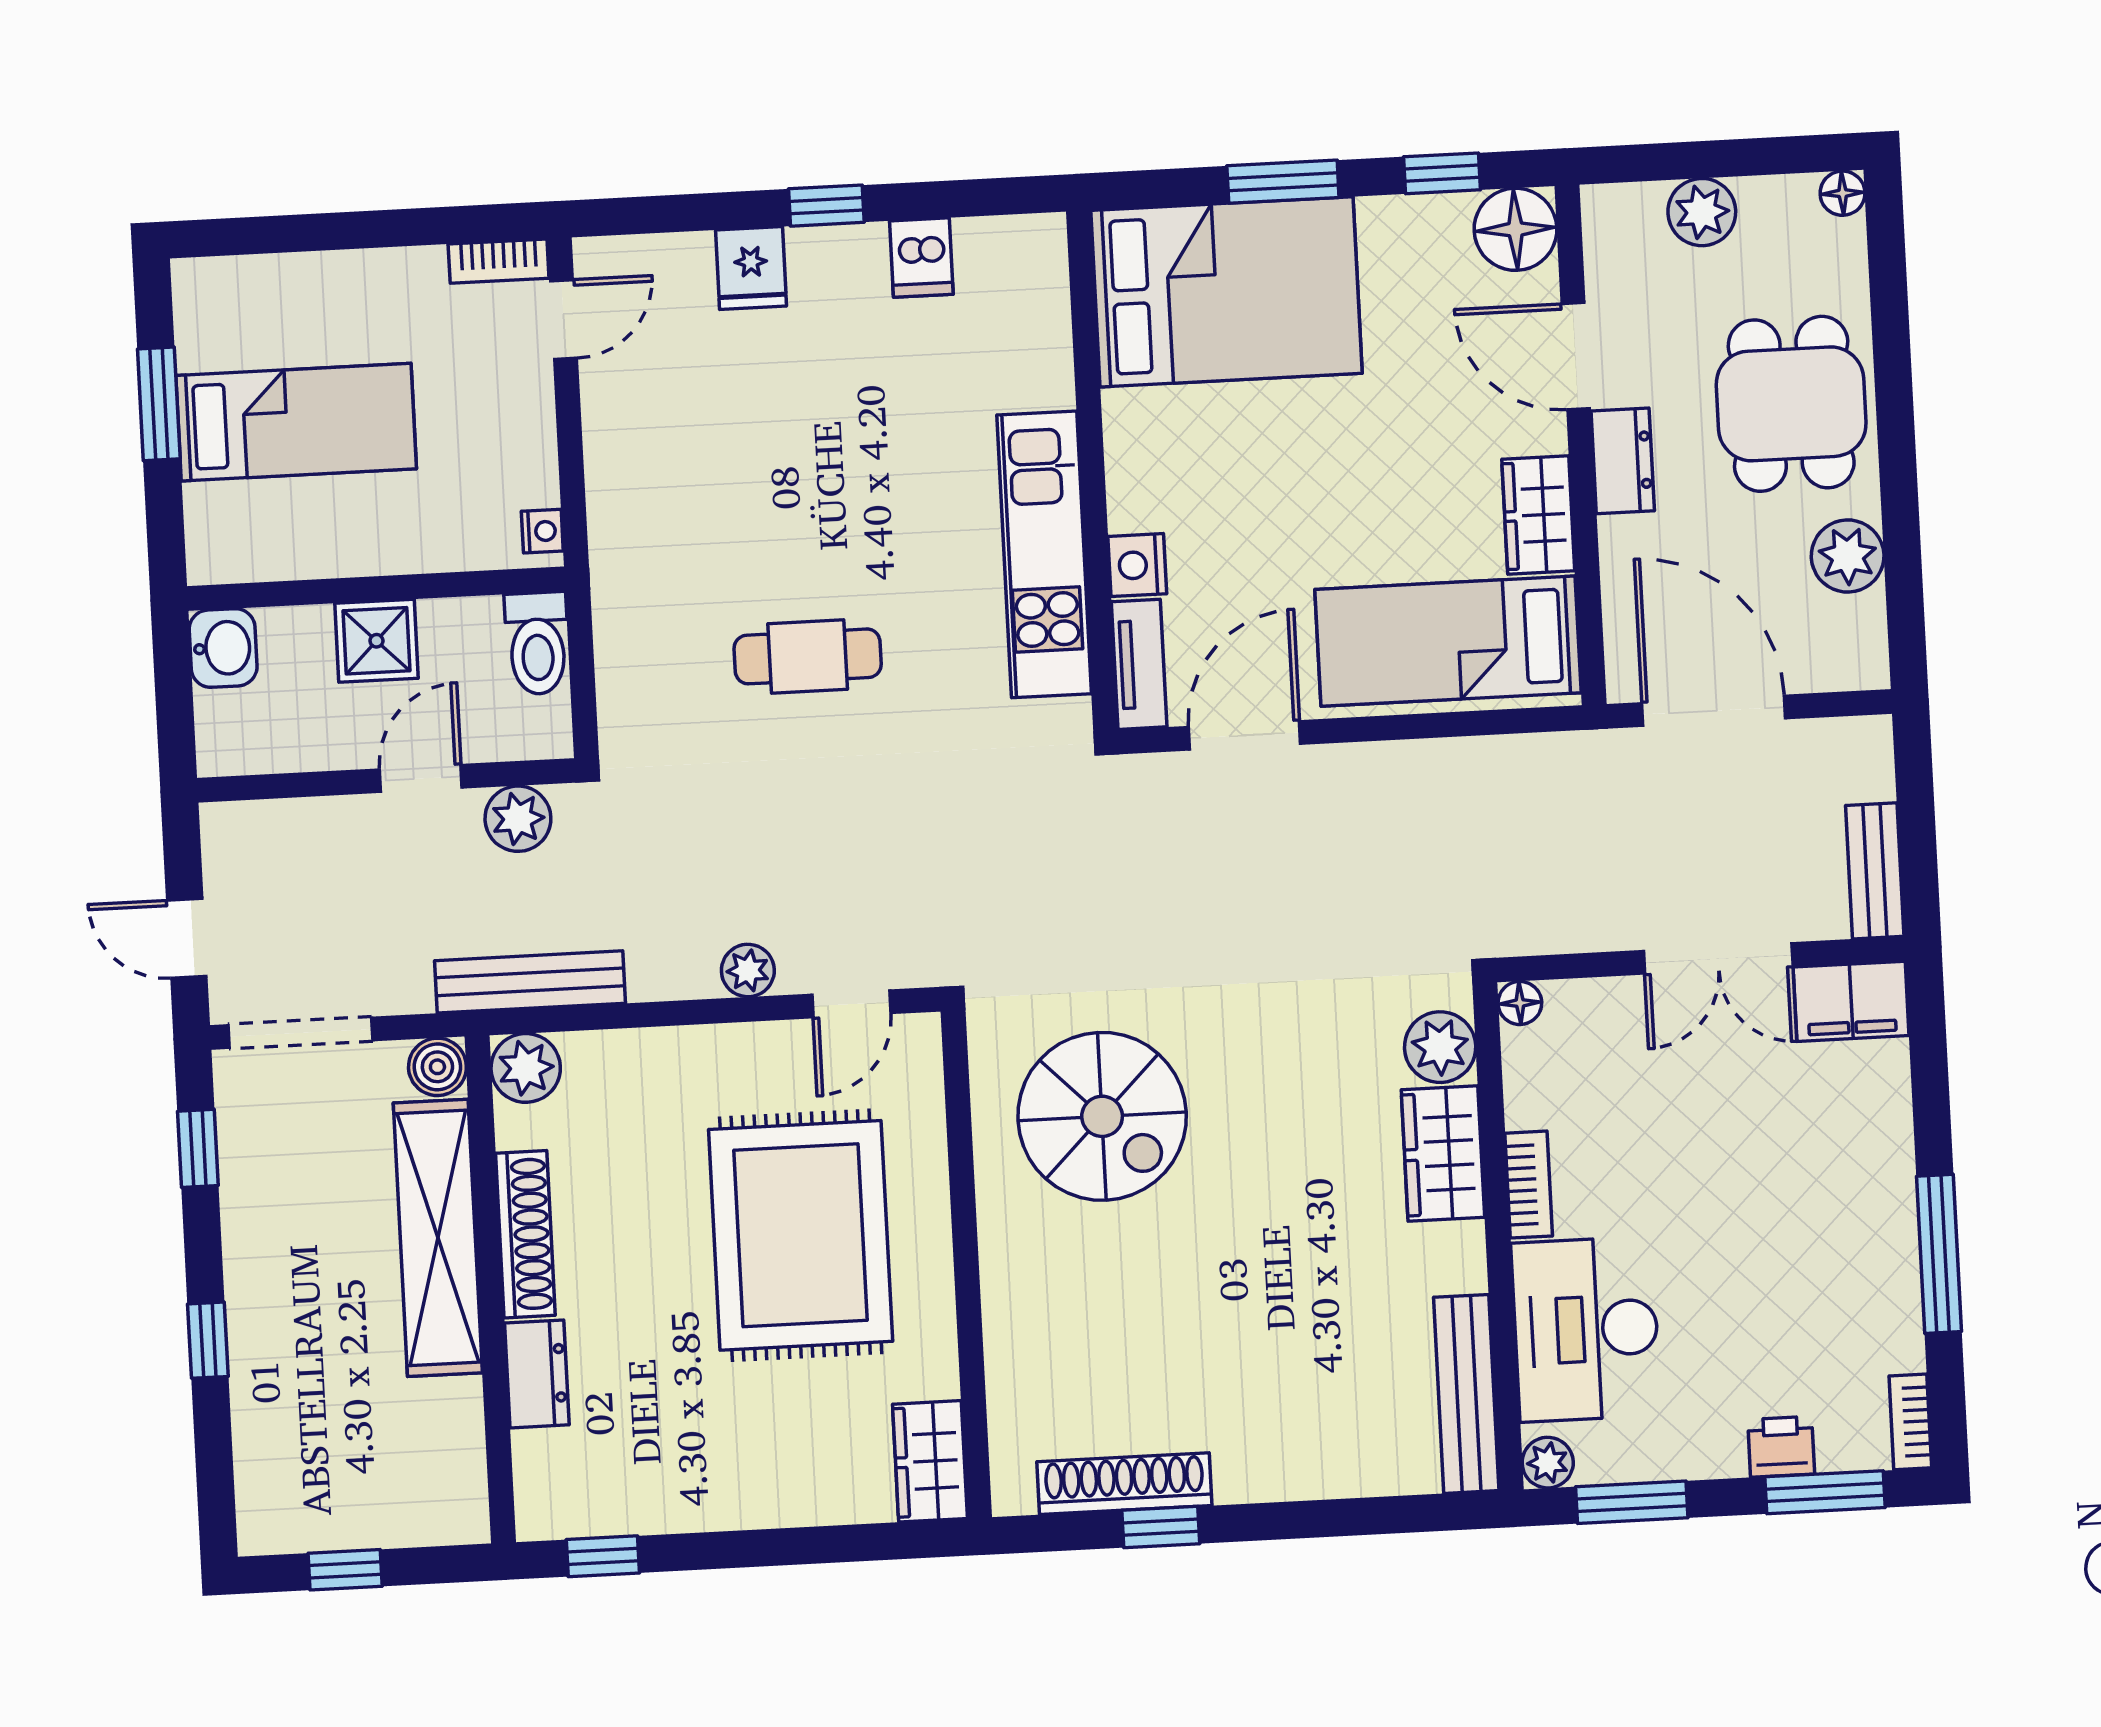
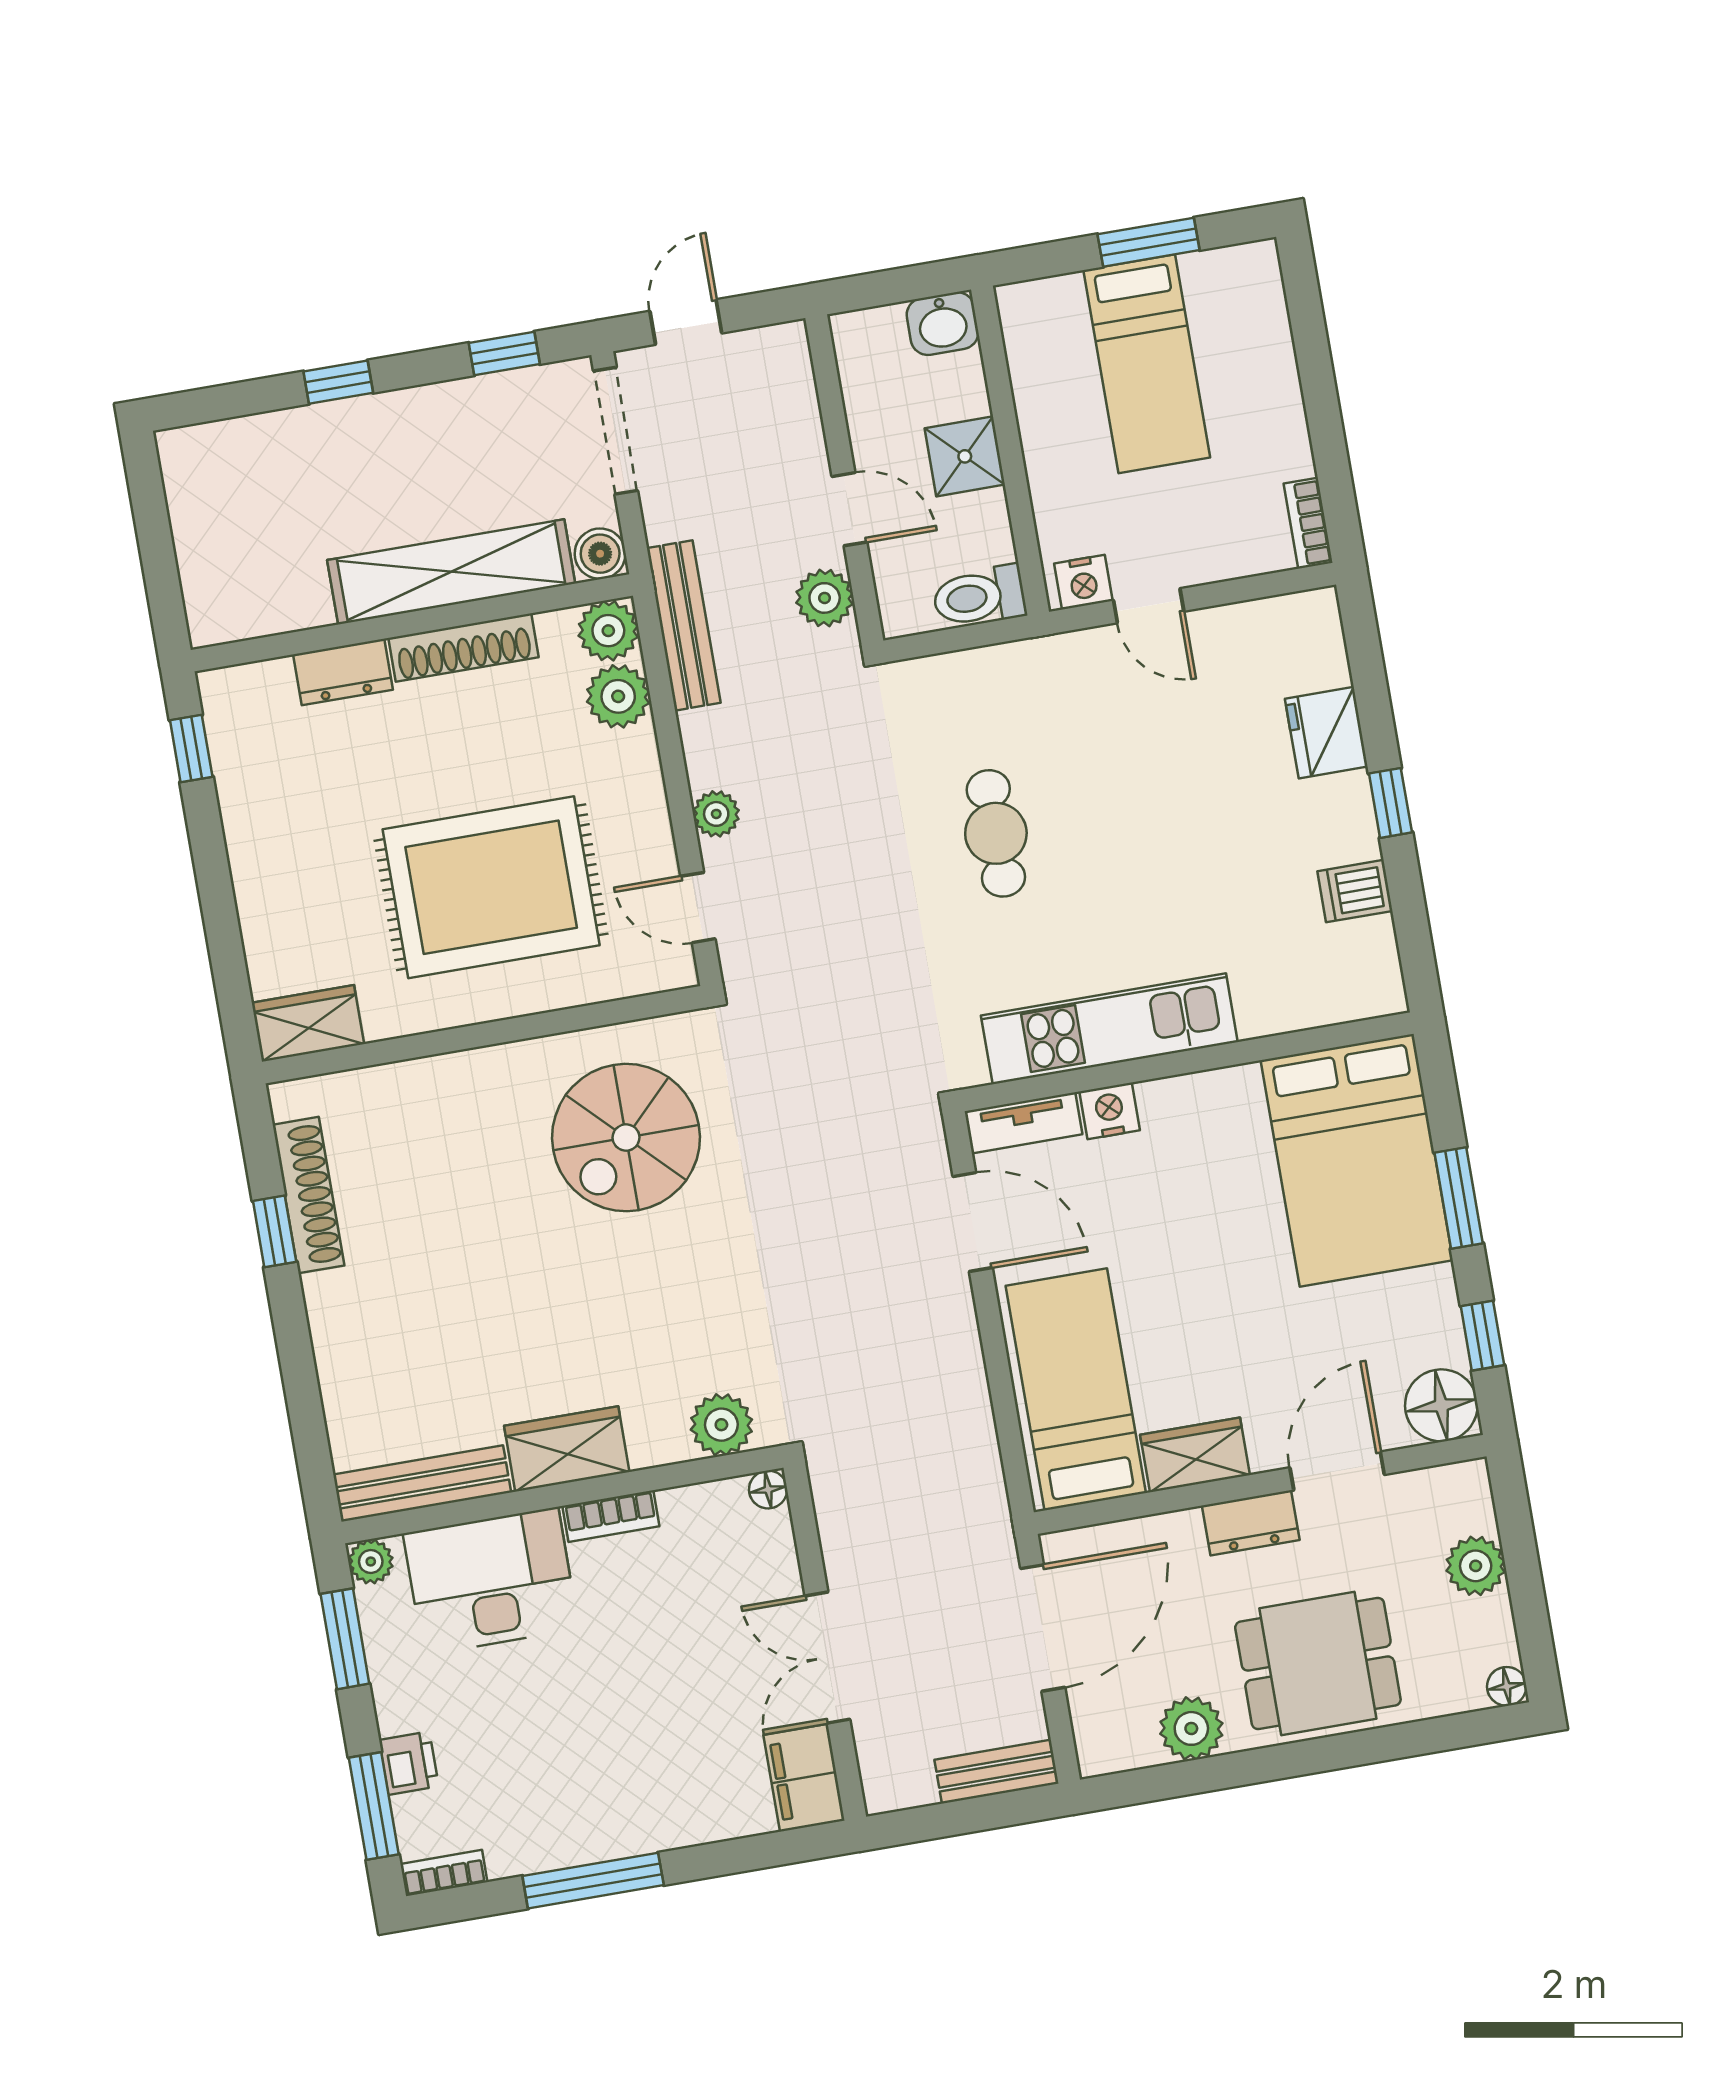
fridge: (751, 268) -> (1326, 733), width x1.38
door: (563, 319) -> (1149, 606), moved
nightstand: (542, 531) -> (1083, 582), width x1.39, depth x1.35
bench: (1875, 871) -> (996, 1772), moved
plant: (601, 1066) -> (618, 696), added
wardrobe: (1443, 1153) -> (567, 1449), moved
window: (345, 1570) -> (153, 526), removed

